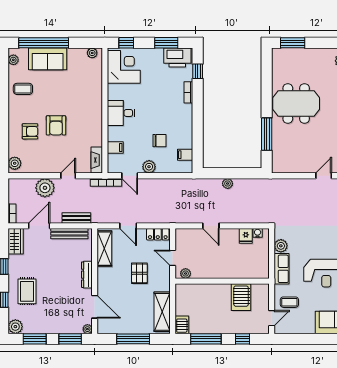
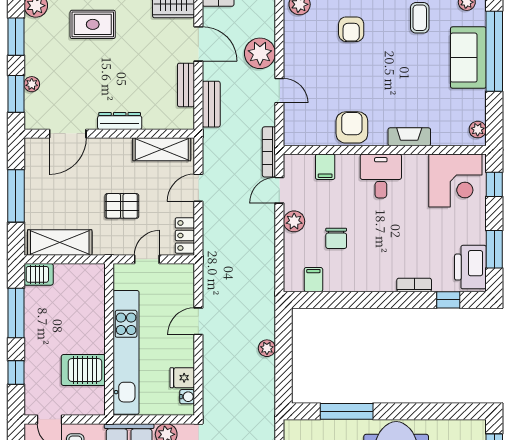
armchair: (56, 125) -> (352, 127), moved, turned 90
fireplace: (97, 160) -> (409, 137), moved
bench: (69, 234) -> (186, 85), width x0.73
kitchen unit: (230, 271) -> (126, 352), added
plant: (186, 273) -> (122, 280), removed
plant: (87, 329) -> (32, 84), moved

